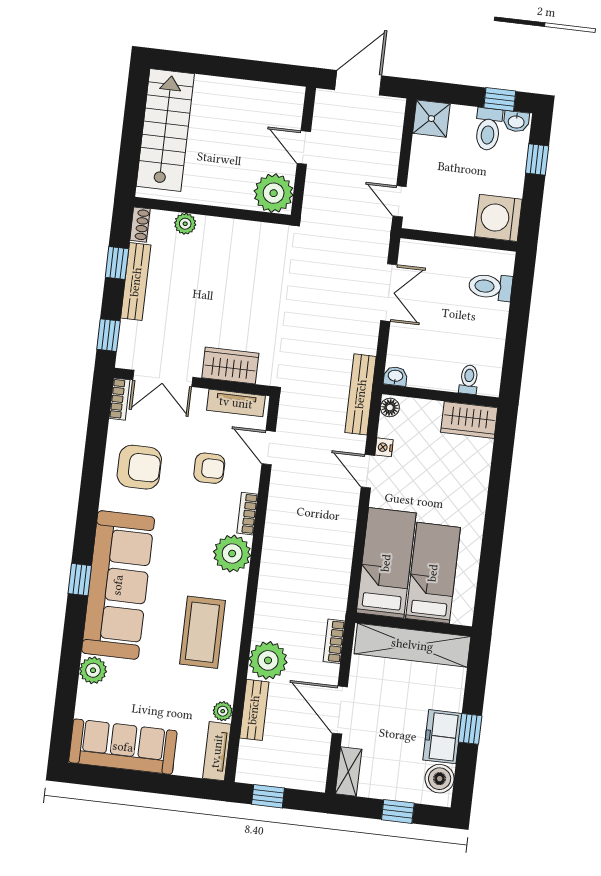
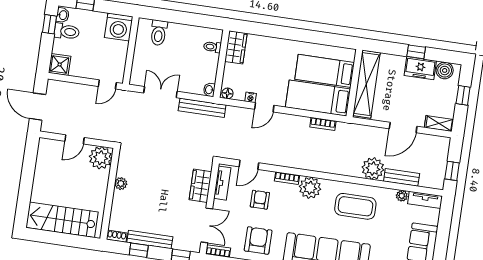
plant: (185, 224) -> (121, 184), moved
bench: (361, 394) -> (202, 108), moved
bookcase: (334, 641) -> (323, 124), moved

